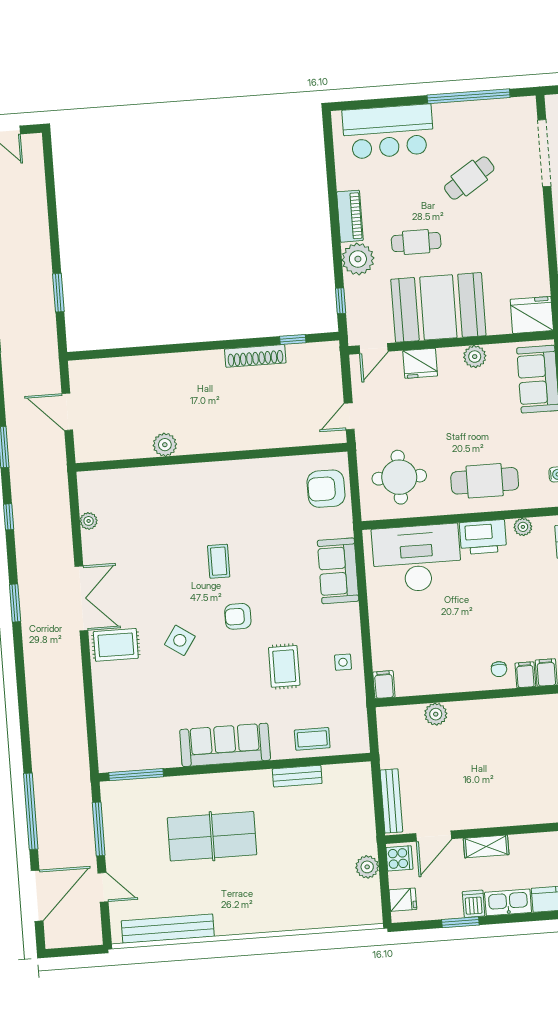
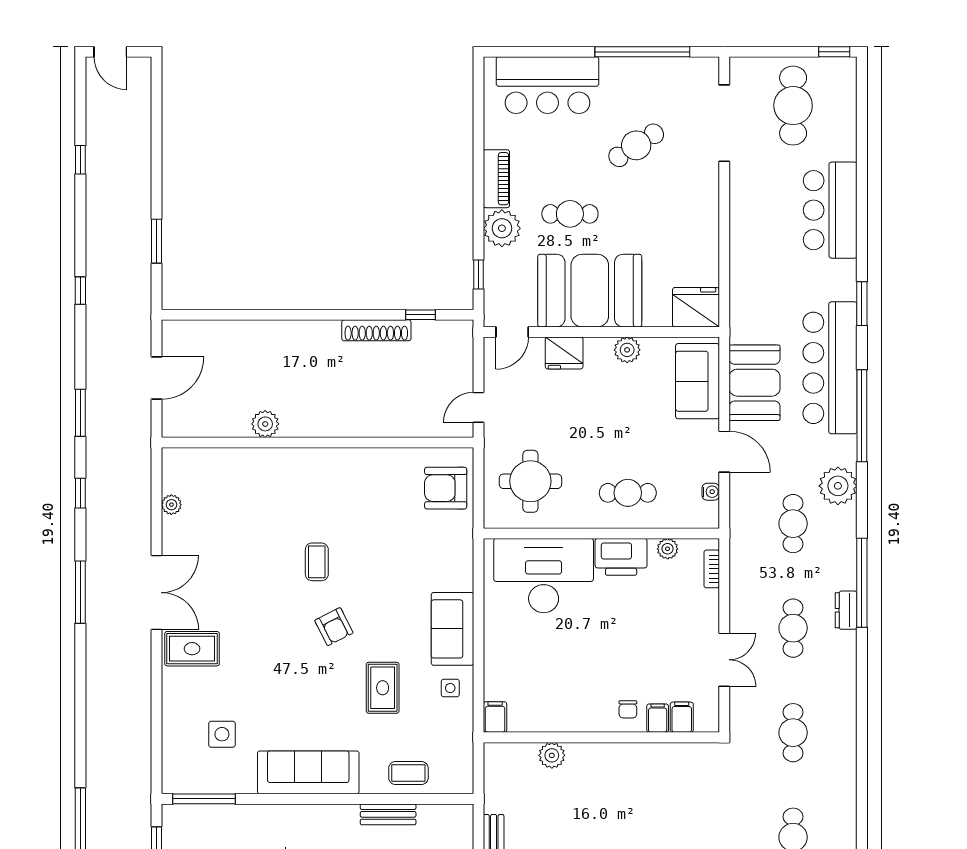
door: (67, 412) -> (157, 378), swing flipped
cafe table: (485, 481) -> (628, 493), width x0.73, depth x0.74
sofa: (338, 571) -> (452, 629), moved
window: (15, 603) -> (80, 592), width x1.44
armchair: (238, 616) -> (334, 627), turned -117
side table: (180, 640) -> (222, 734), moved, turned -34

